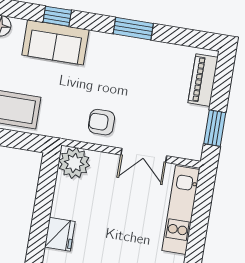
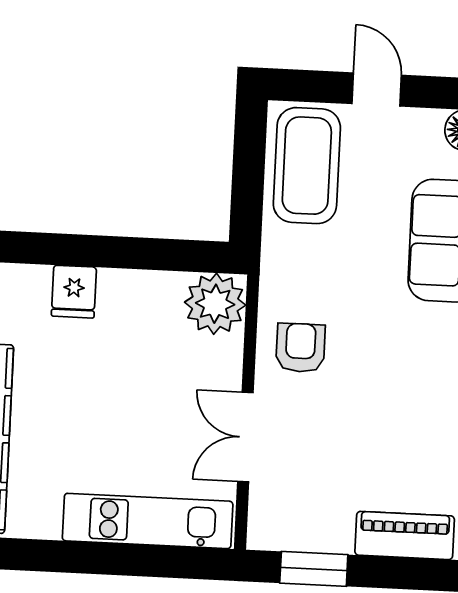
fridge: (60, 234) -> (74, 292), width x0.72

